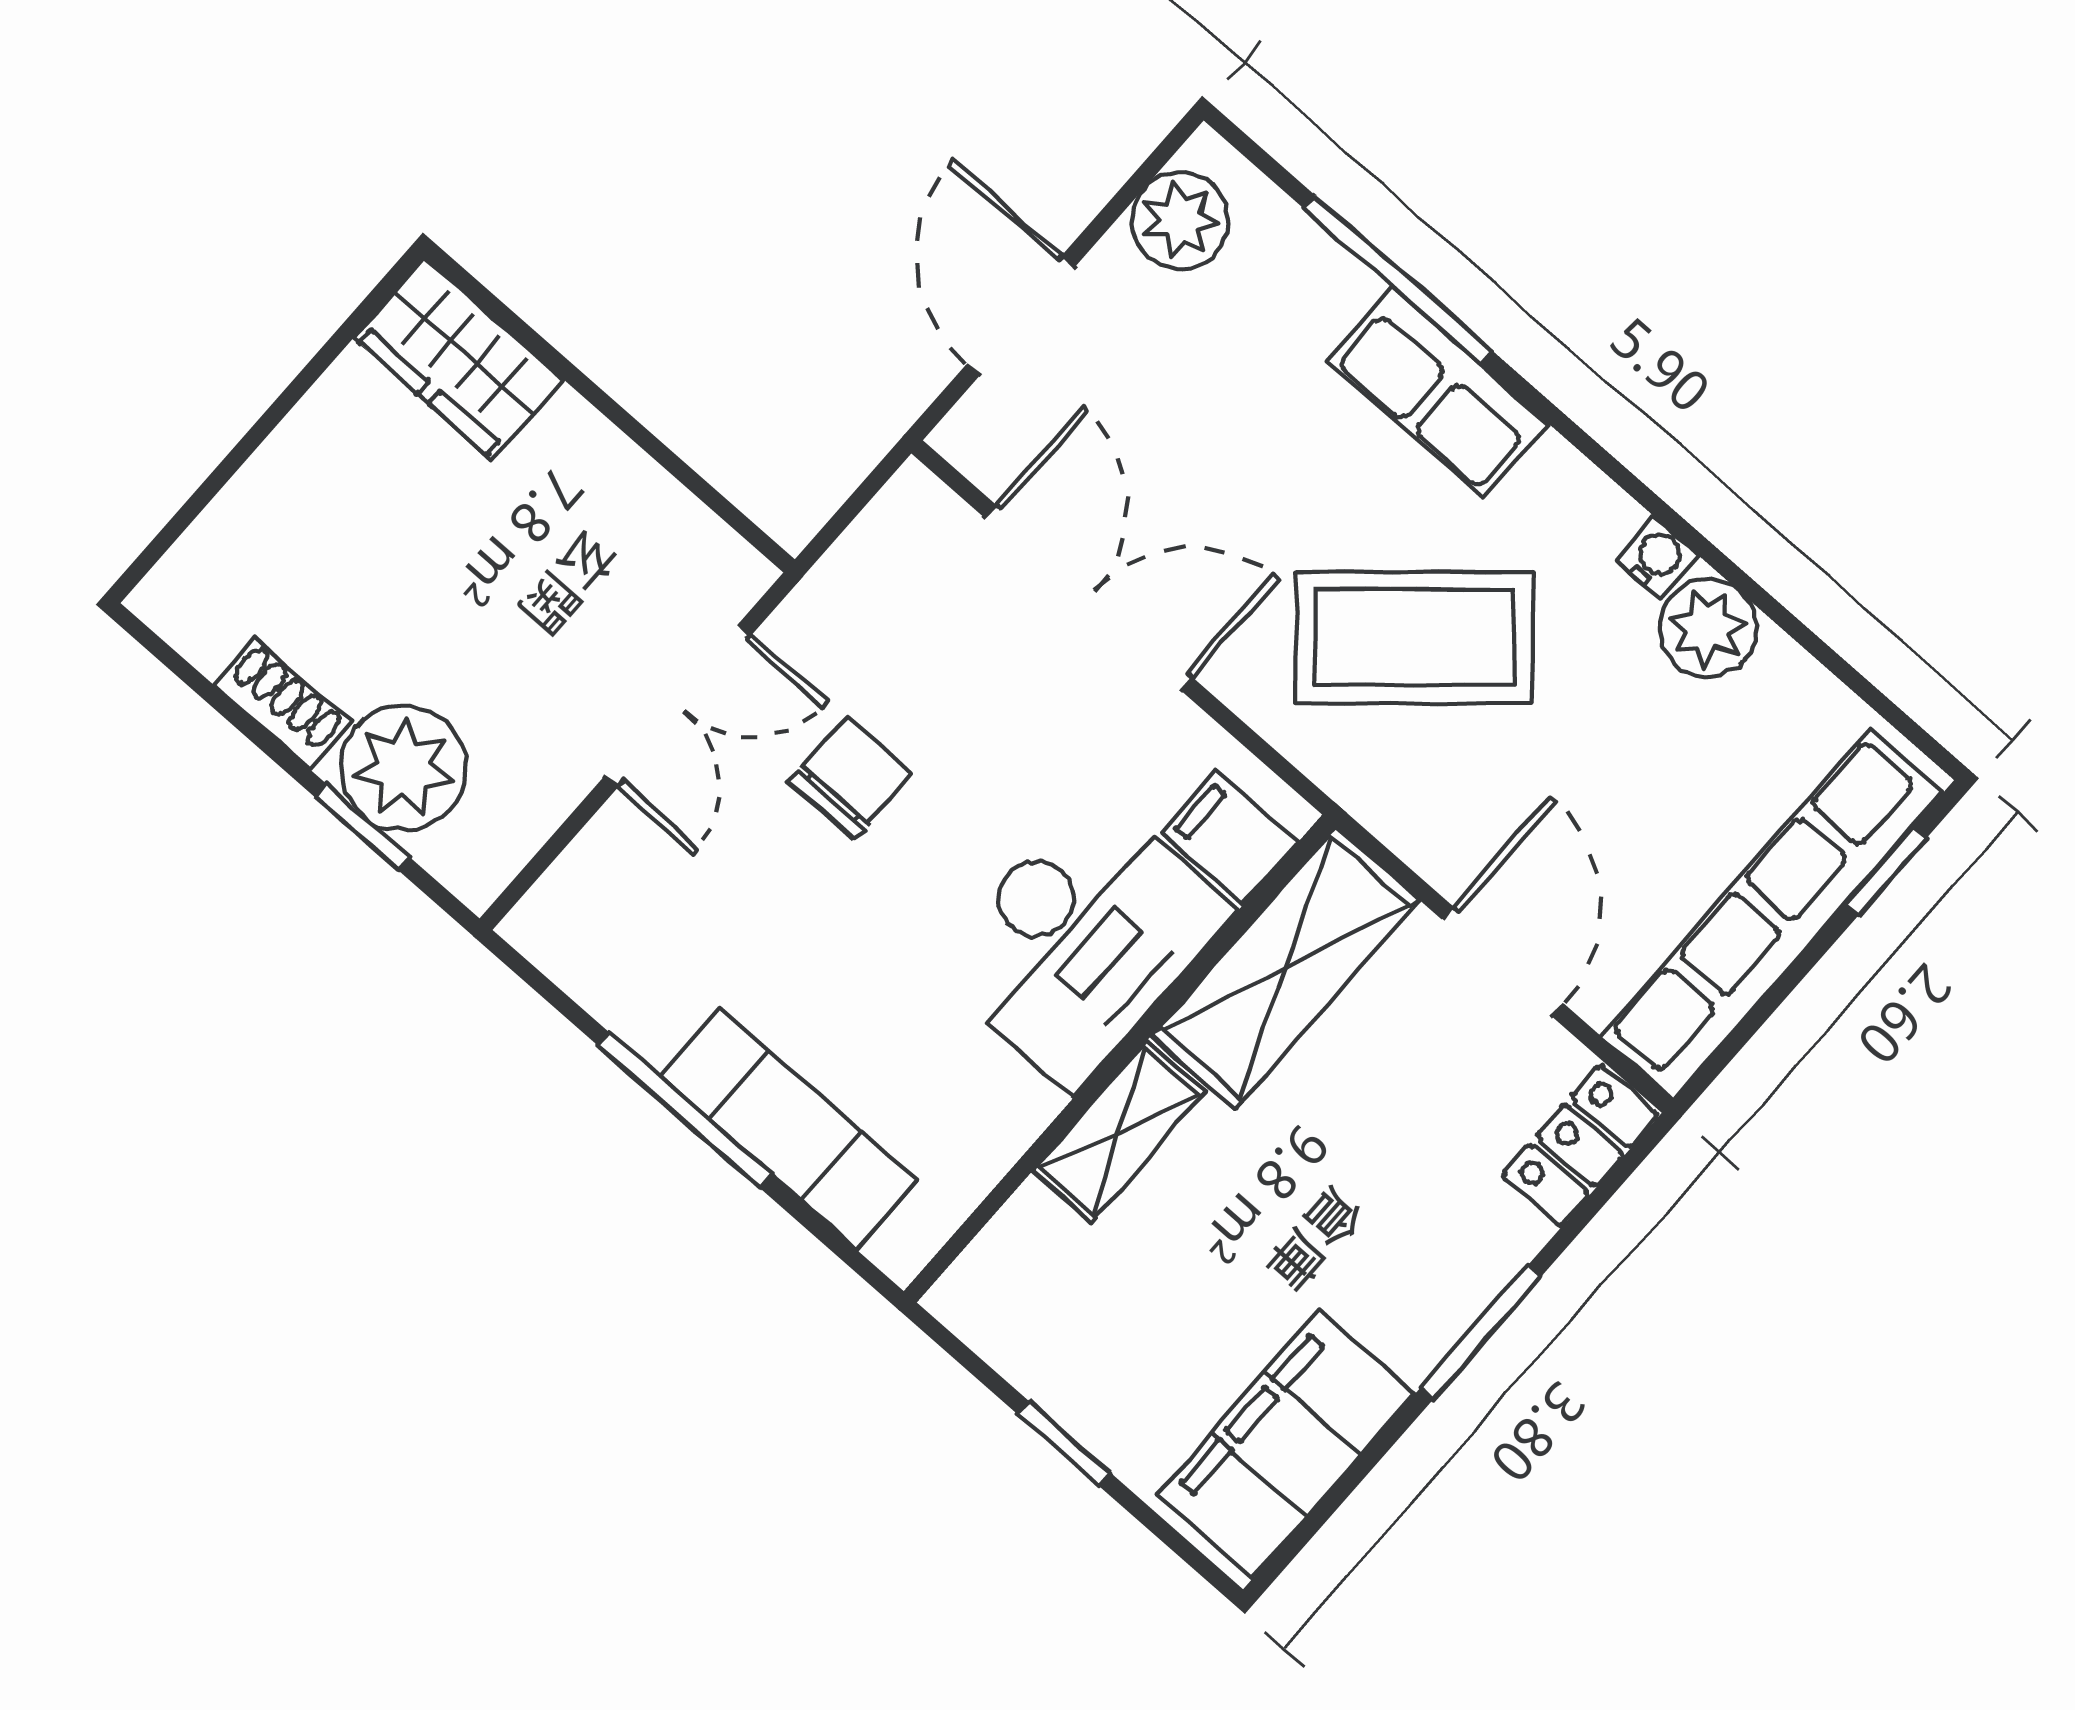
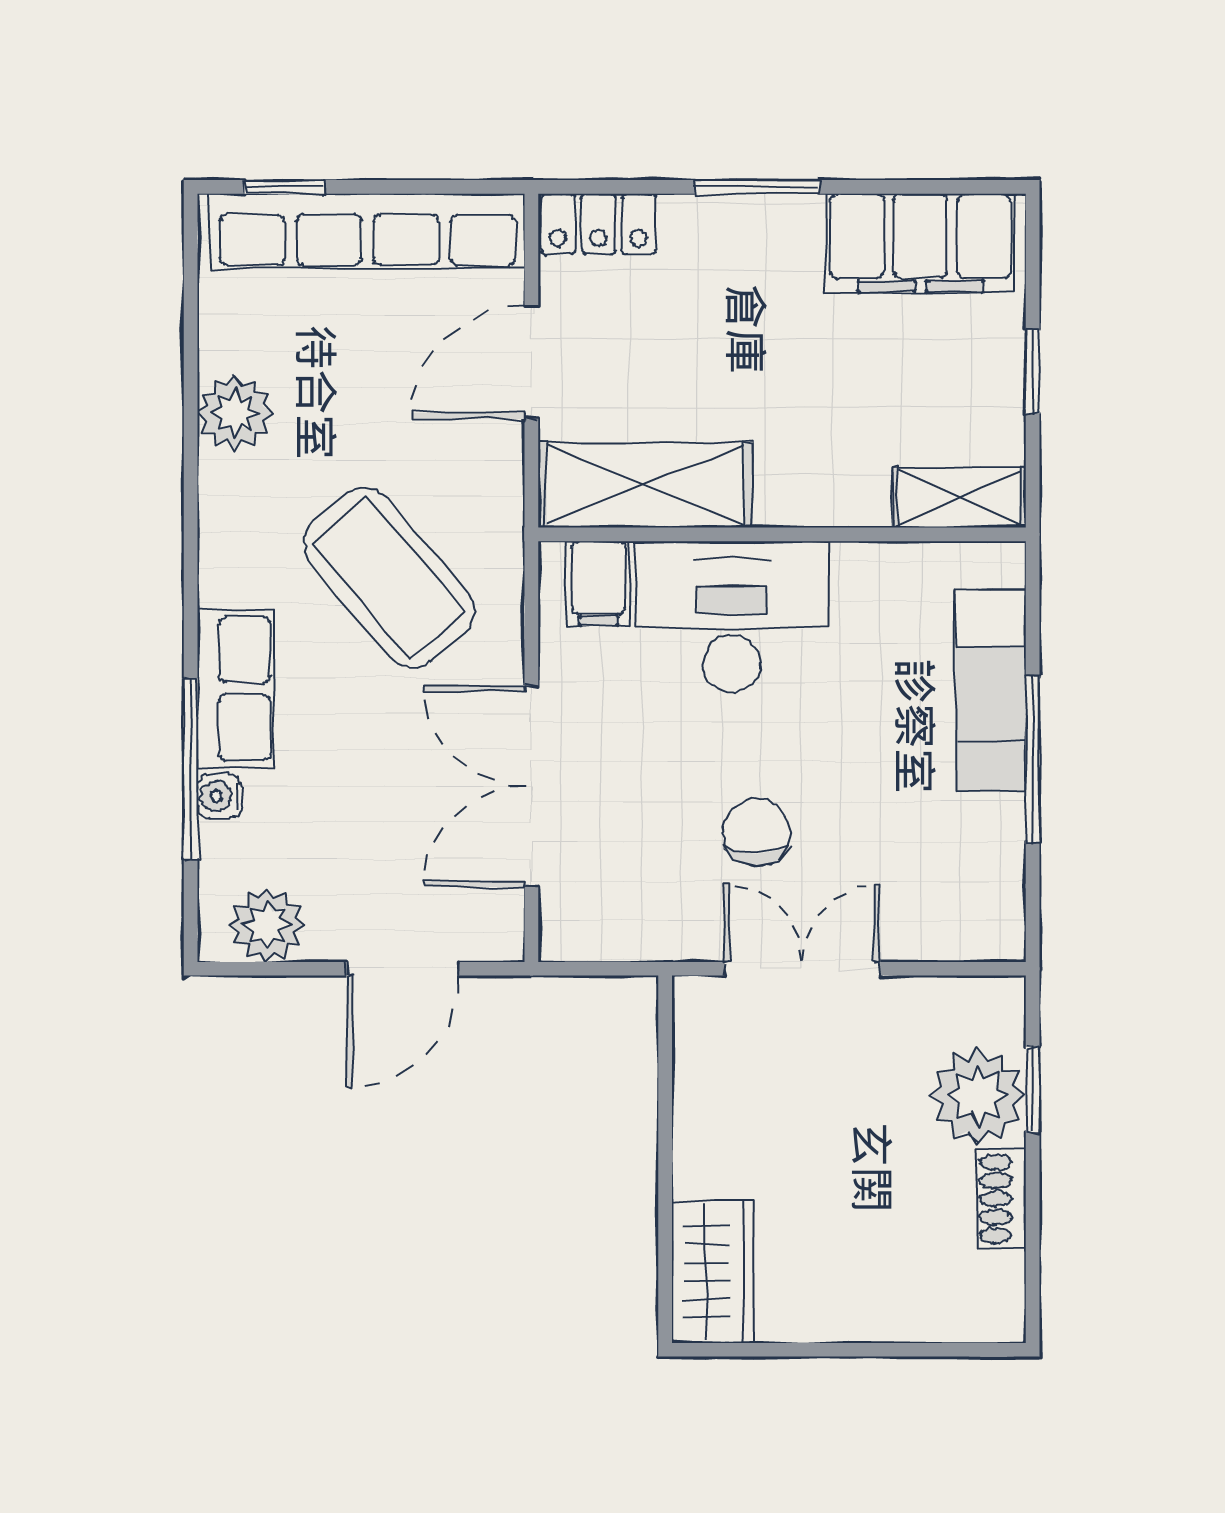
water cooler: (1657, 557) -> (220, 796), moved
chair: (851, 778) -> (756, 832), turned 90
shelving: (1119, 1132) -> (959, 498), moved

